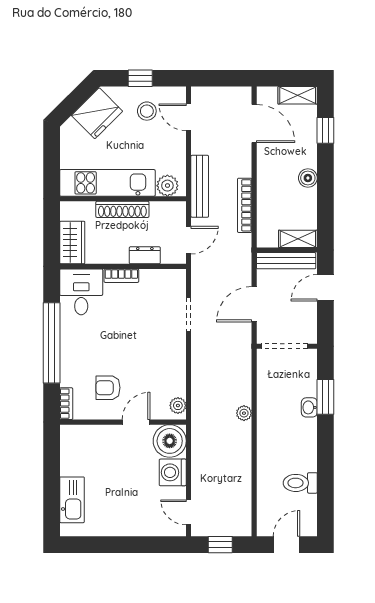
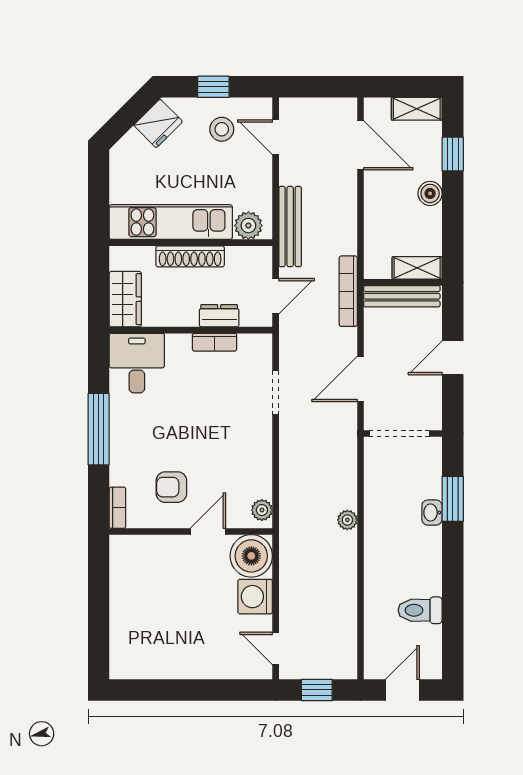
fridge: (97, 113) -> (158, 123), width x0.73, depth x0.75
boiler: (308, 178) -> (430, 193), moved
bookcase: (245, 205) -> (348, 291), moved
shelving: (298, 239) -> (417, 268), moved
wall: (287, 250) -> (403, 282), moved
bench: (286, 261) -> (402, 296), moved
bookcase: (121, 276) -> (214, 342), moved
window: (52, 343) -> (99, 429), width x0.68
kitchen sink: (72, 500) -> (125, 632), removed

